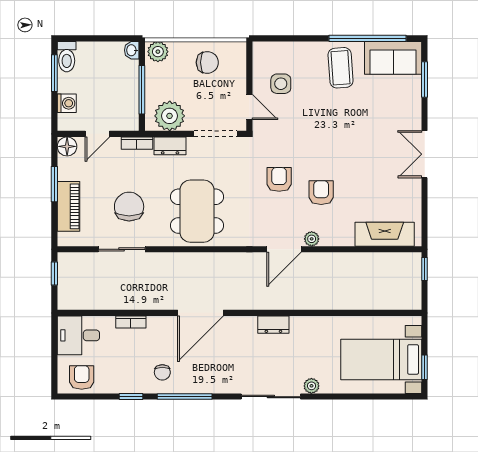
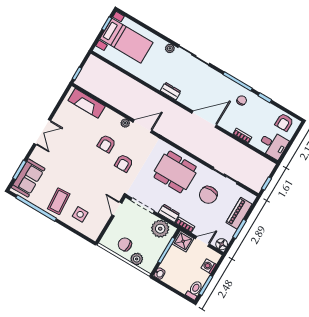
plant: (158, 52) -> (137, 259), moved
sofa: (393, 58) -> (28, 178), moved, turned 90
side table: (281, 84) -> (80, 214), moved
shower: (126, 117) -> (183, 241), added
dining table: (197, 211) -> (175, 172), turned 90

